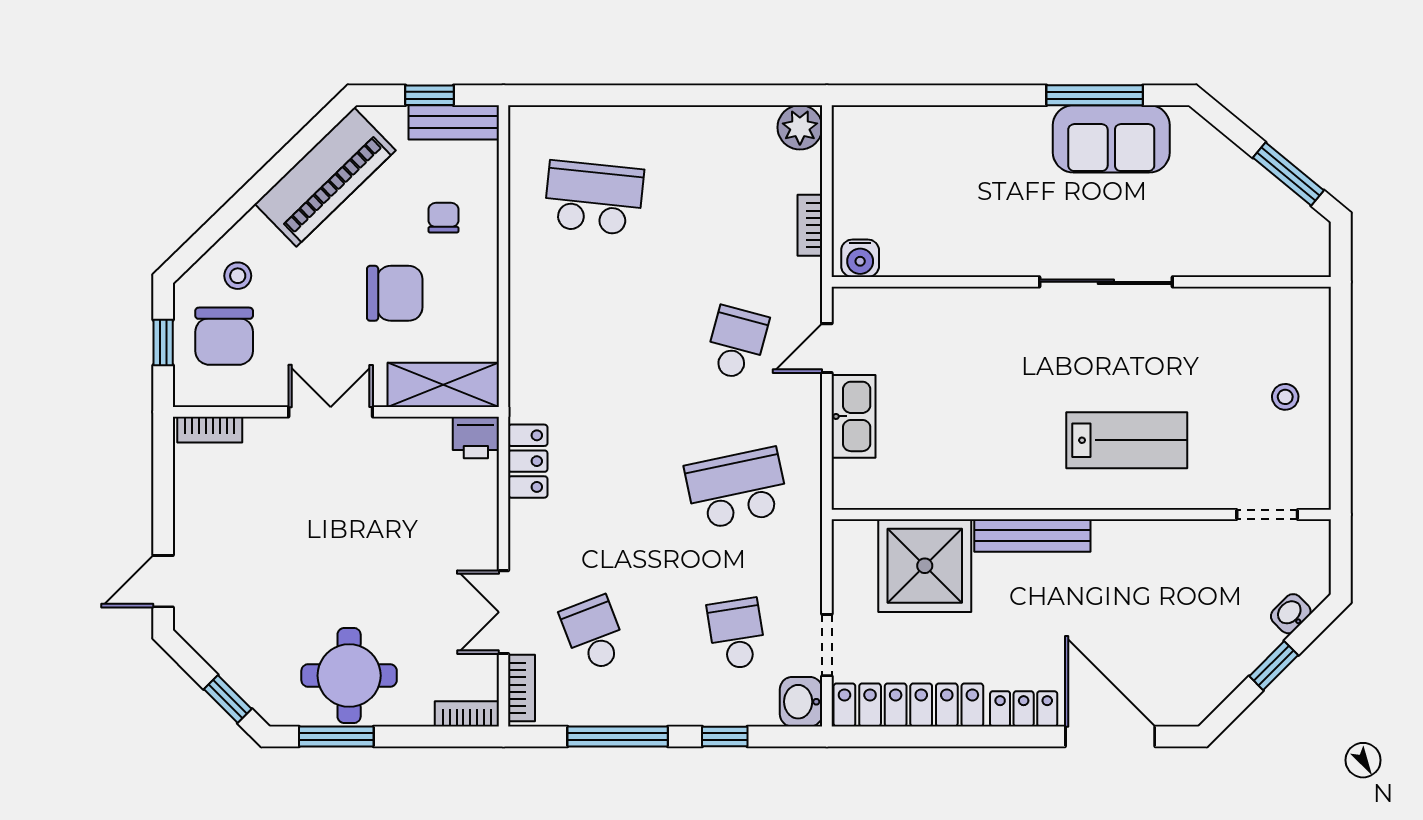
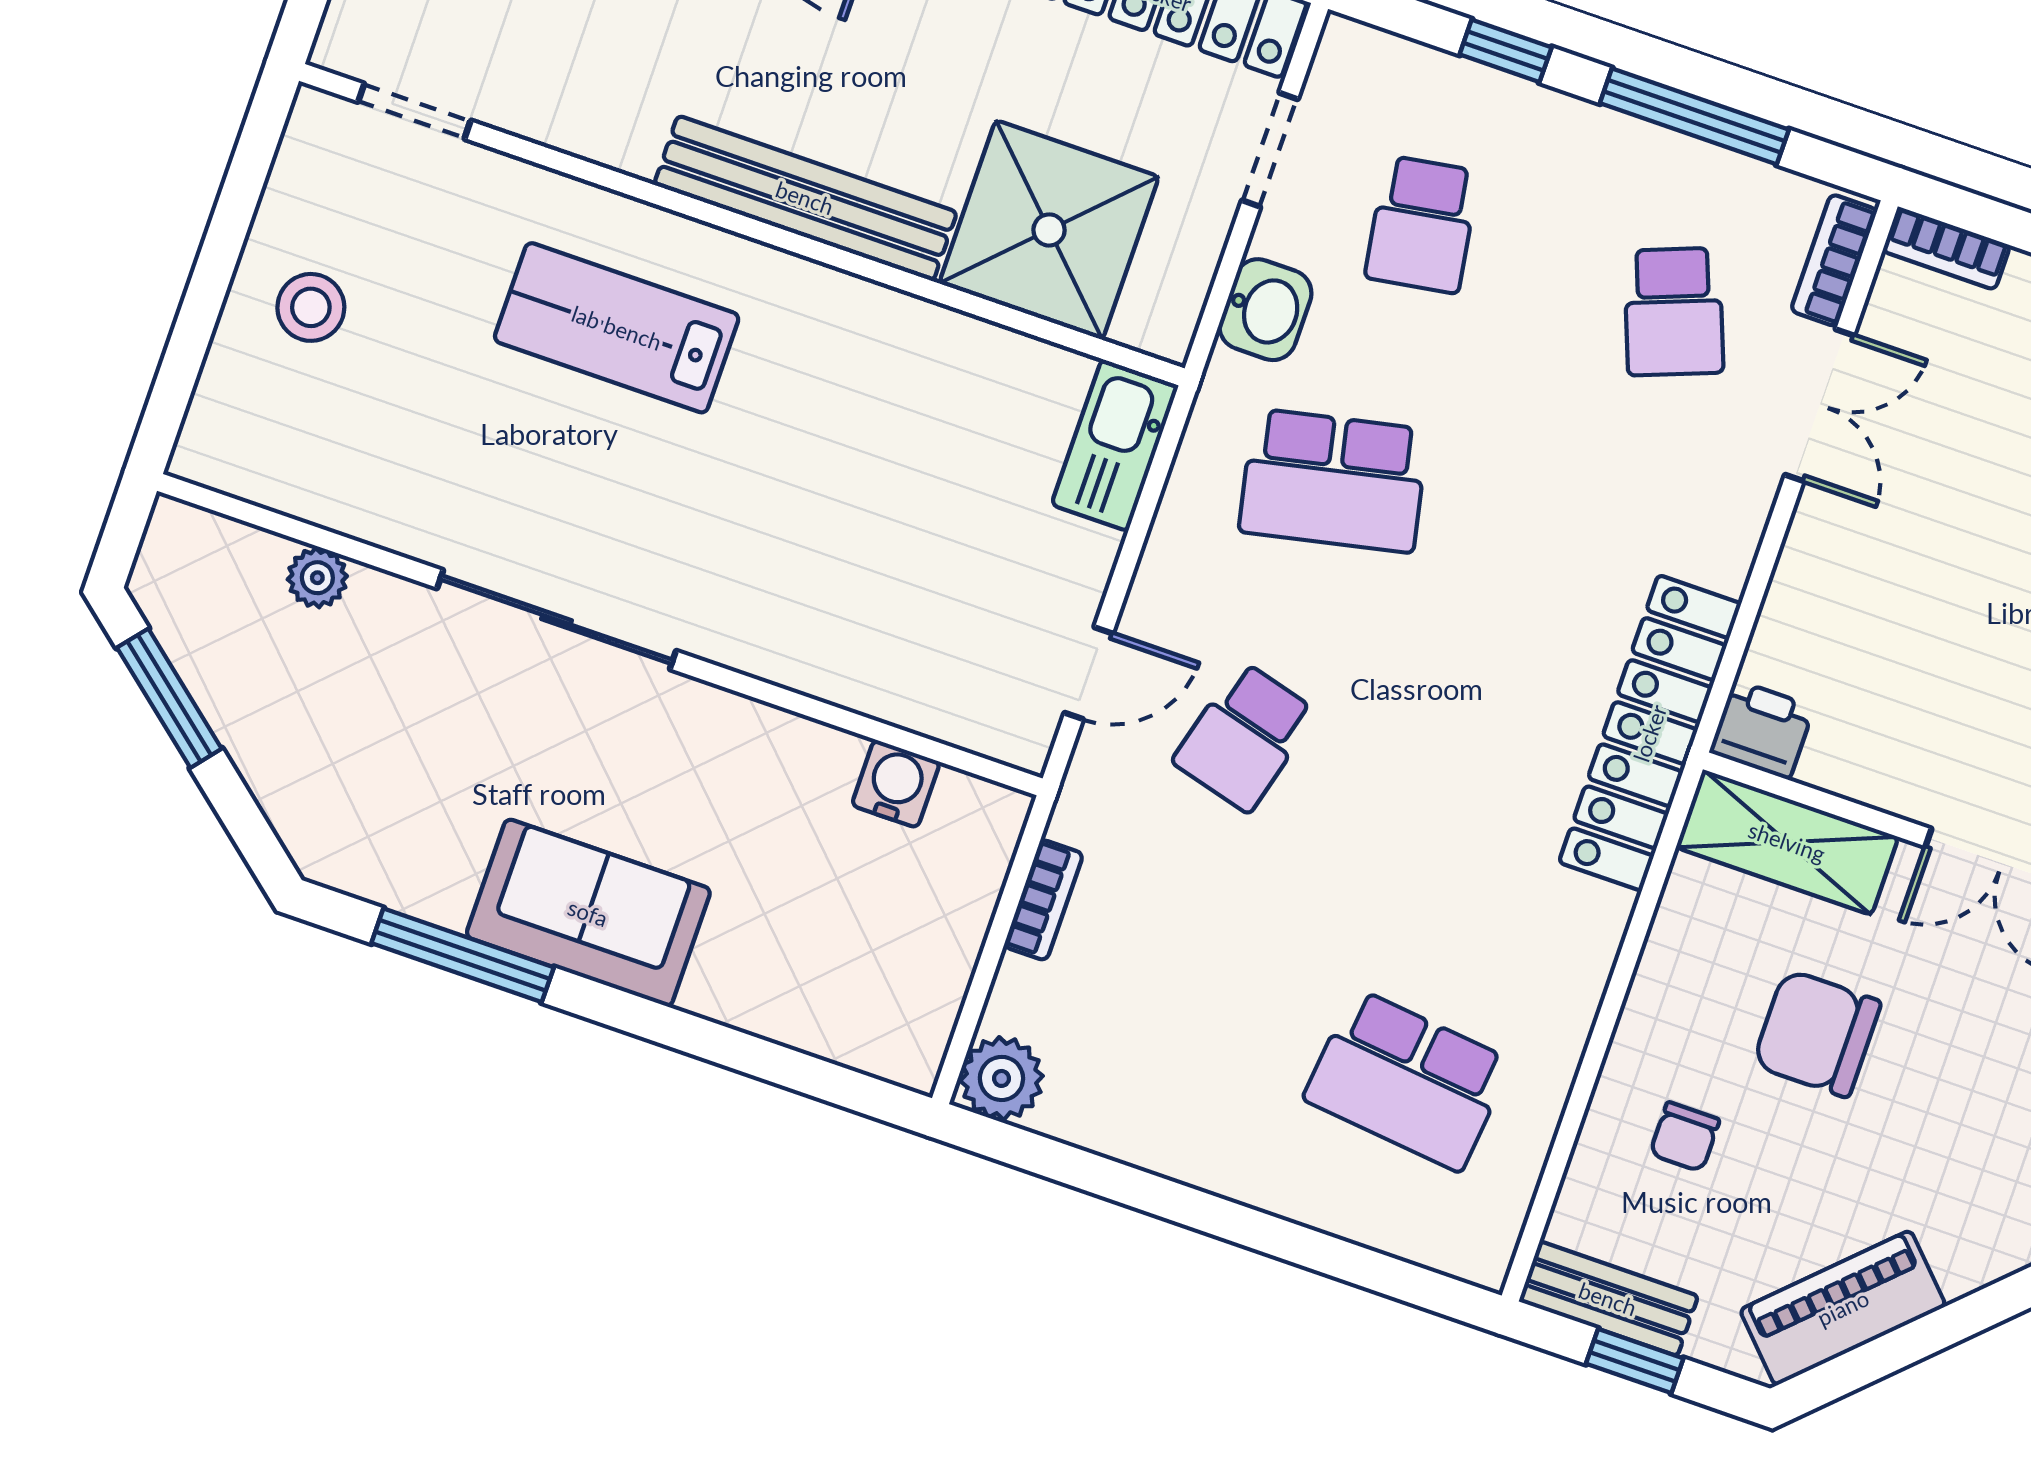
sofa: (1111, 139) -> (588, 913), moved
piano: (325, 177) -> (1843, 1308), width x0.73, depth x0.75
water cooler: (860, 258) -> (896, 784), moved
plant: (1234, 261) -> (317, 578), added
stool: (1285, 397) -> (311, 307), width x1.37, depth x1.37
kitchen sink: (854, 416) -> (1115, 445), moved
locker: (528, 461) -> (1650, 733), width x2.16, depth x1.21
bench: (1032, 535) -> (805, 198), width x1.37, depth x1.21
washbasin: (801, 702) -> (1265, 310), moved

